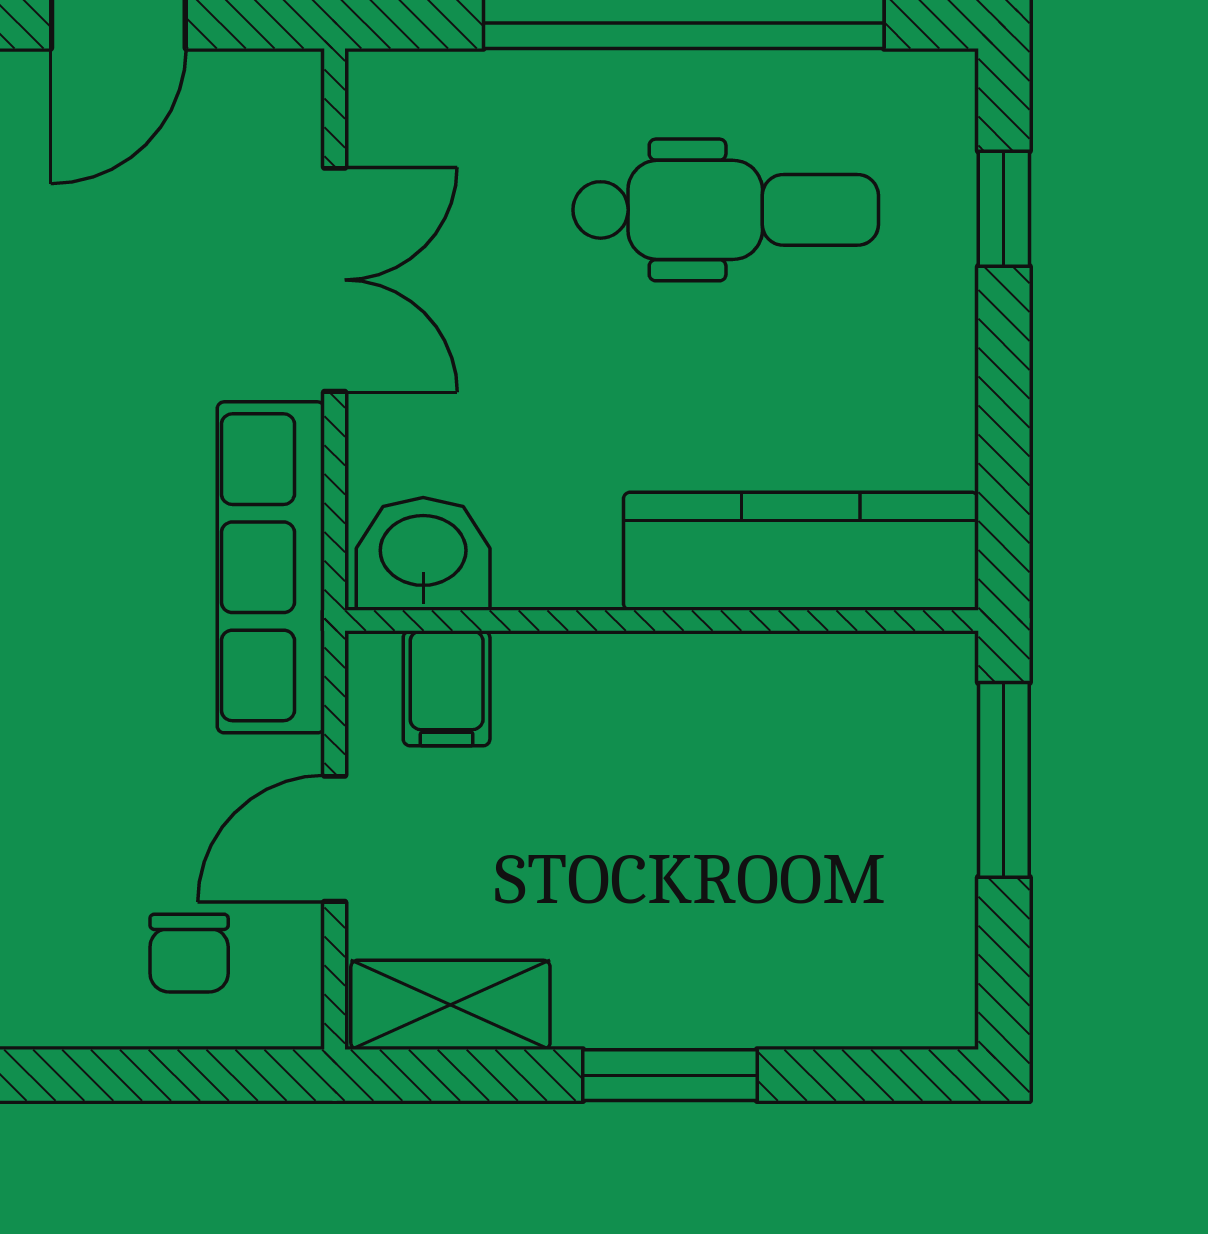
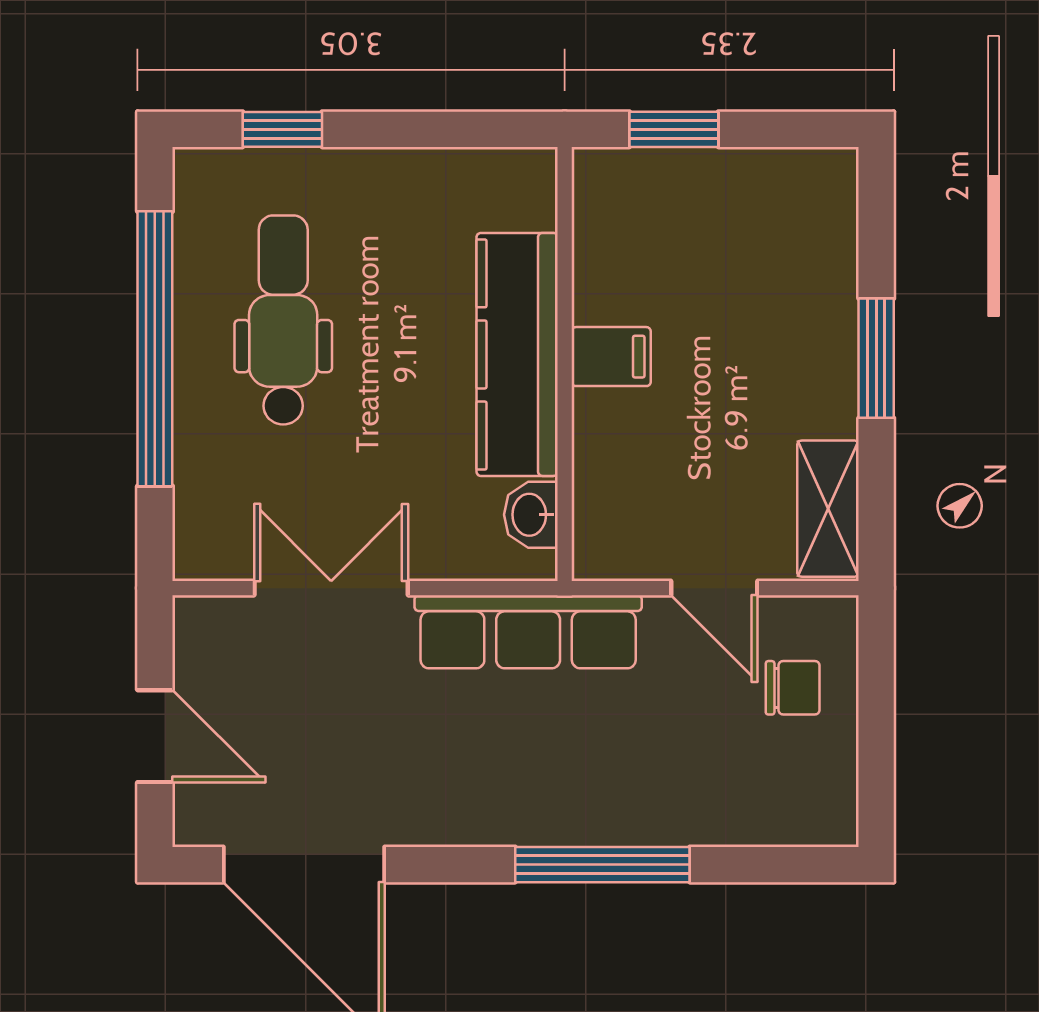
kitchen counter: (801, 551) -> (517, 354), moved
washbasin: (423, 554) -> (531, 515), width x0.72, depth x0.69
filing cabinet: (447, 688) -> (611, 357), moved
window: (1004, 780) -> (674, 129), width x0.67

